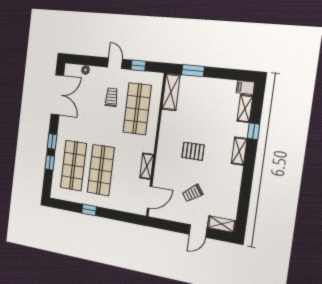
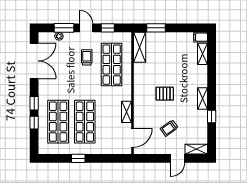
window: (92, 61) -> (64, 28), added
window: (253, 131) -> (212, 117), moved
shelving: (239, 151) -> (202, 98), moved

